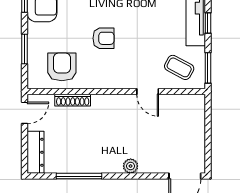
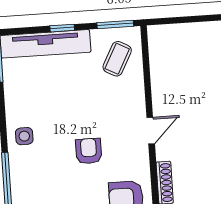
door: (148, 91) -> (151, 131), moved

